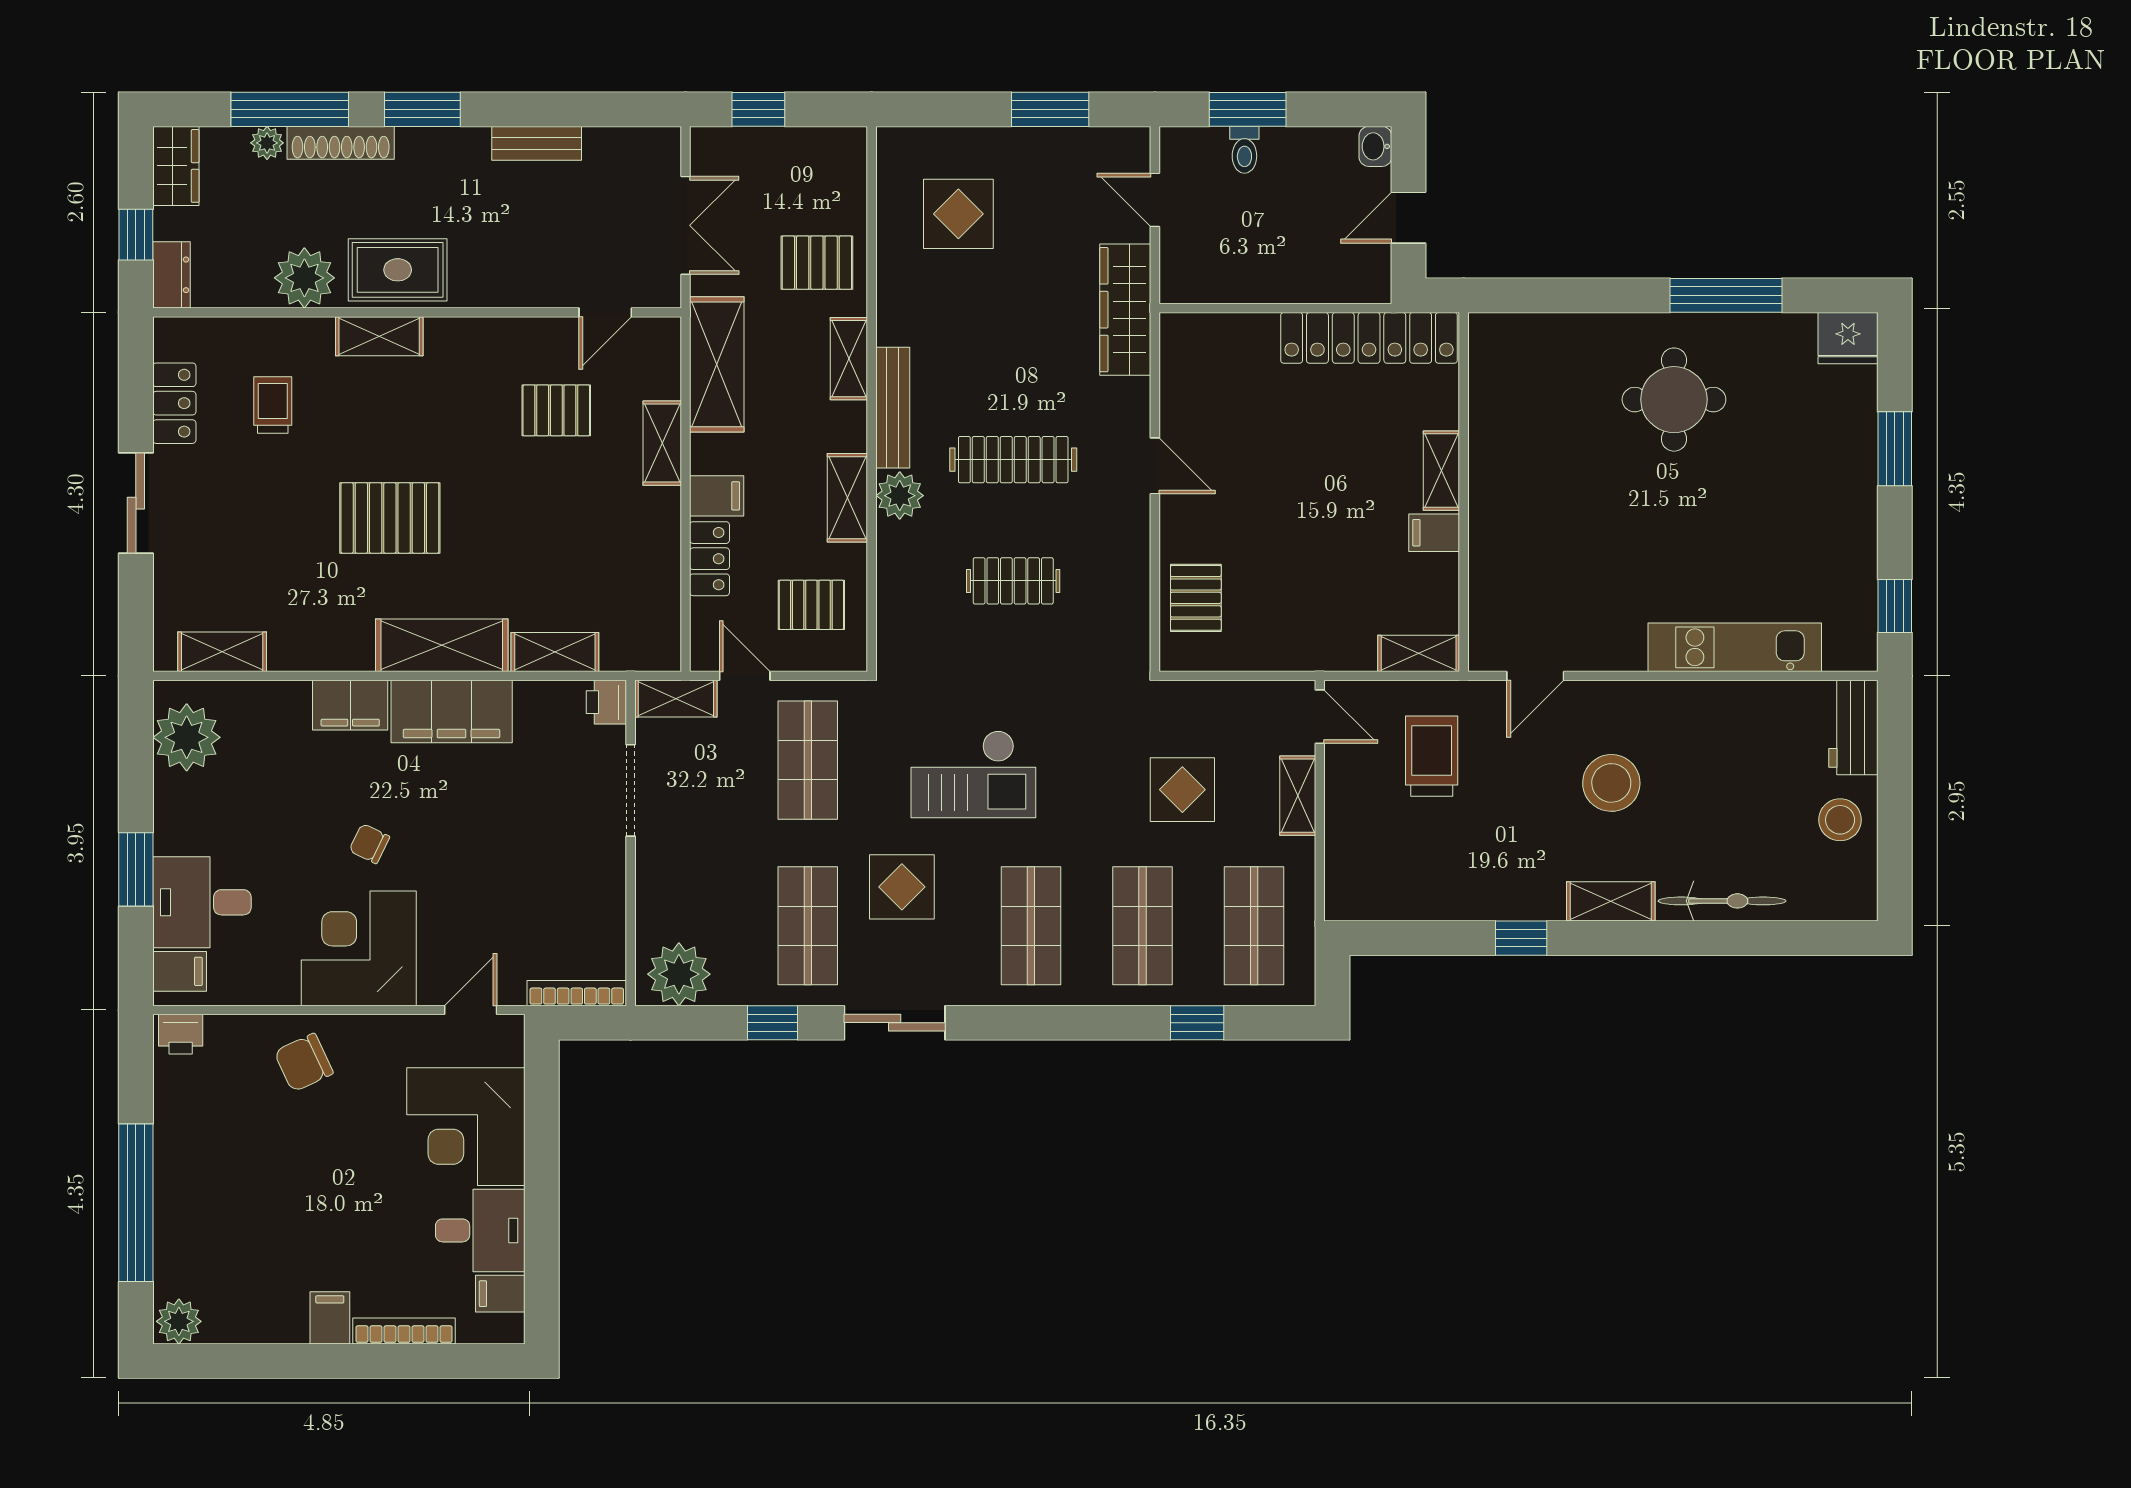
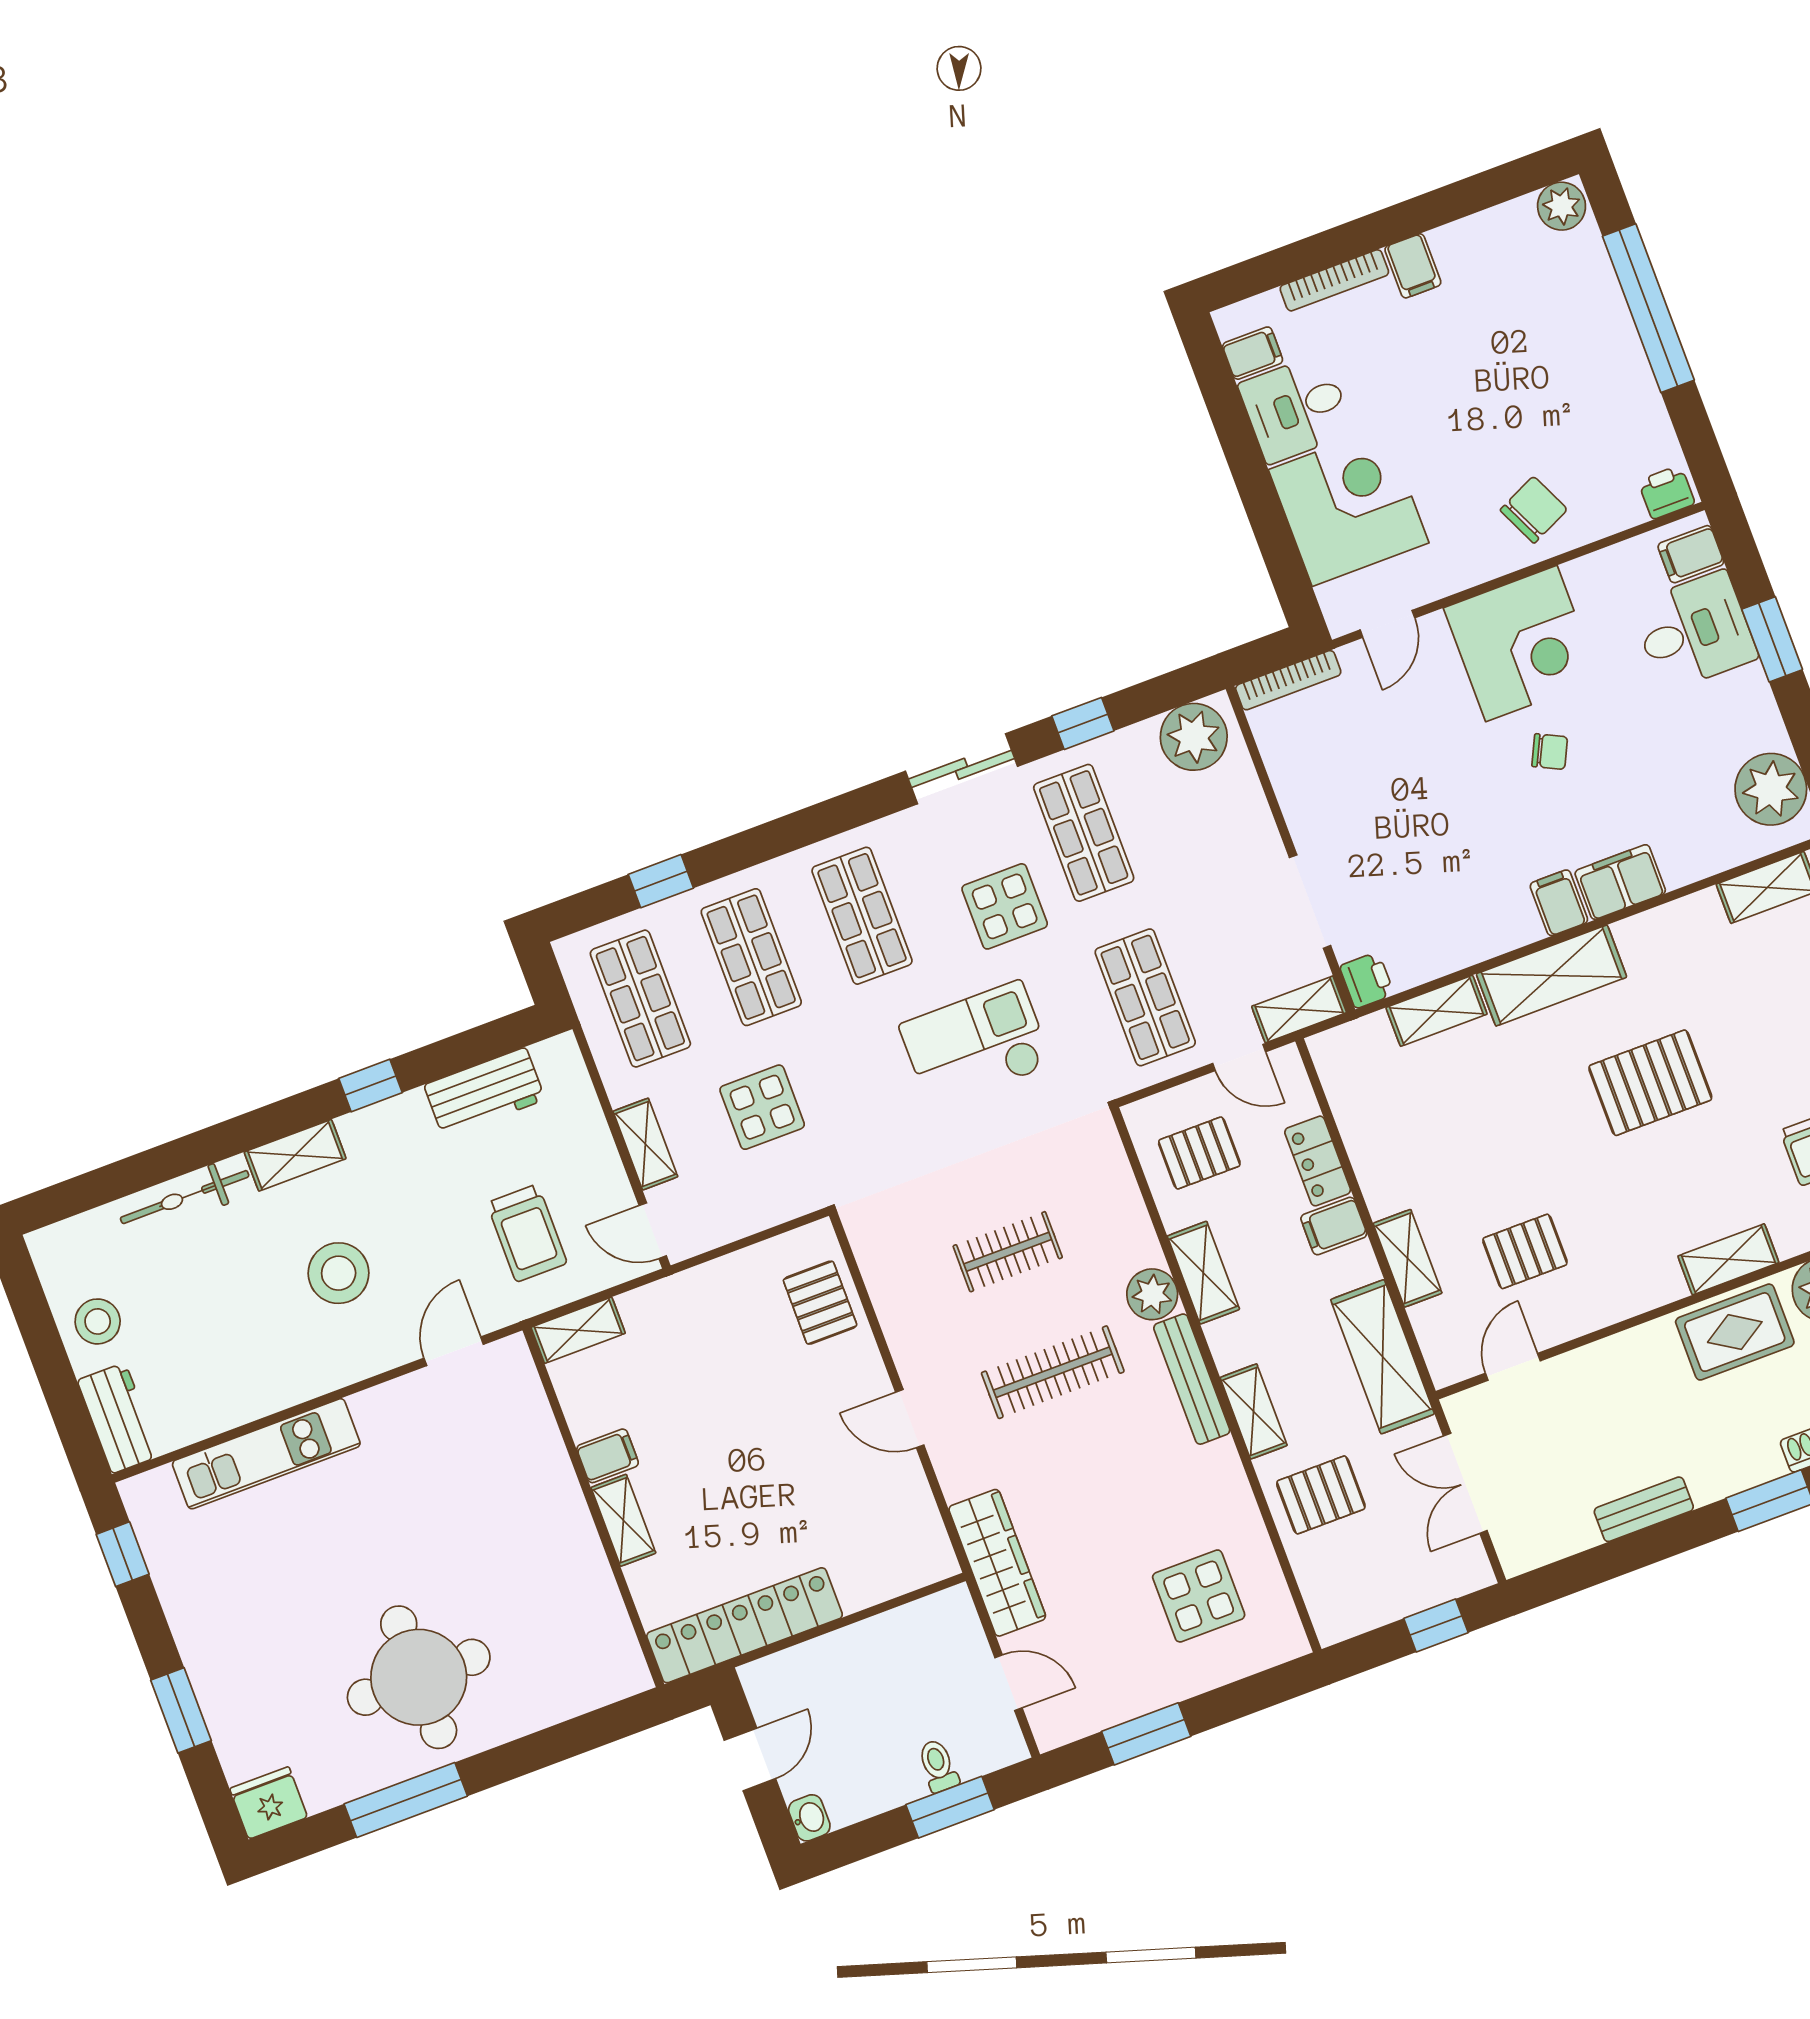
round table: (1674, 400) -> (419, 1677), width x1.36, depth x1.36
filing cabinet: (452, 712) -> (1559, 903), width x0.33, depth x0.86
workbench: (1423, 895) -> (485, 1092), added

